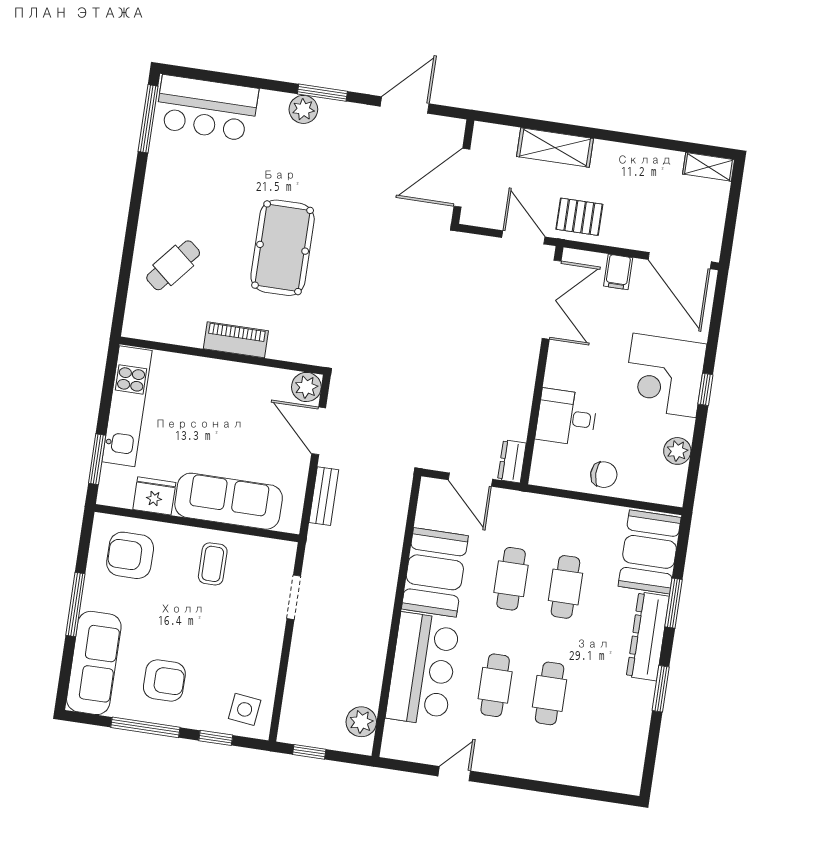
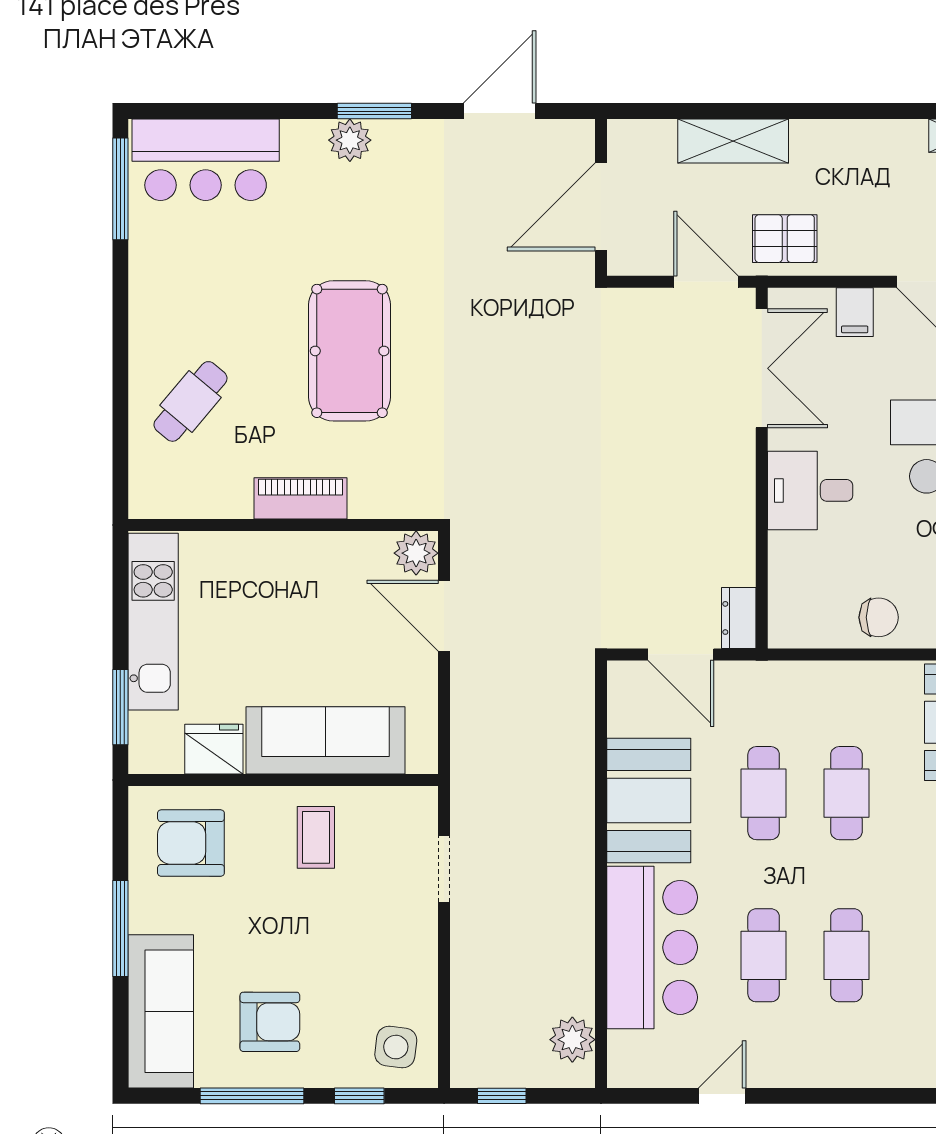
desk: (566, 417) -> (810, 490), moved
bench: (324, 496) -> (466, 712), removed

